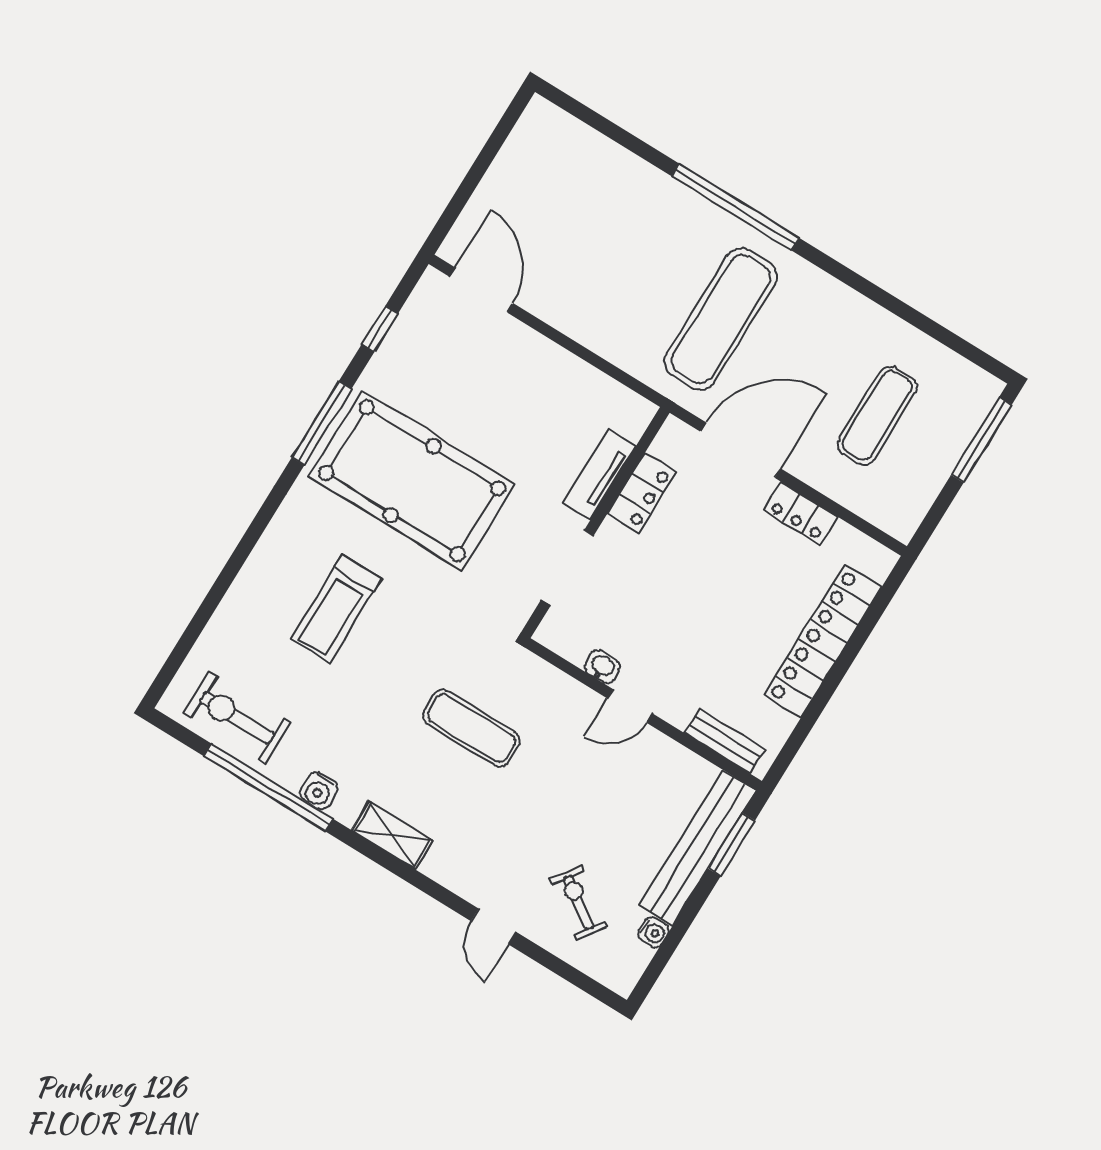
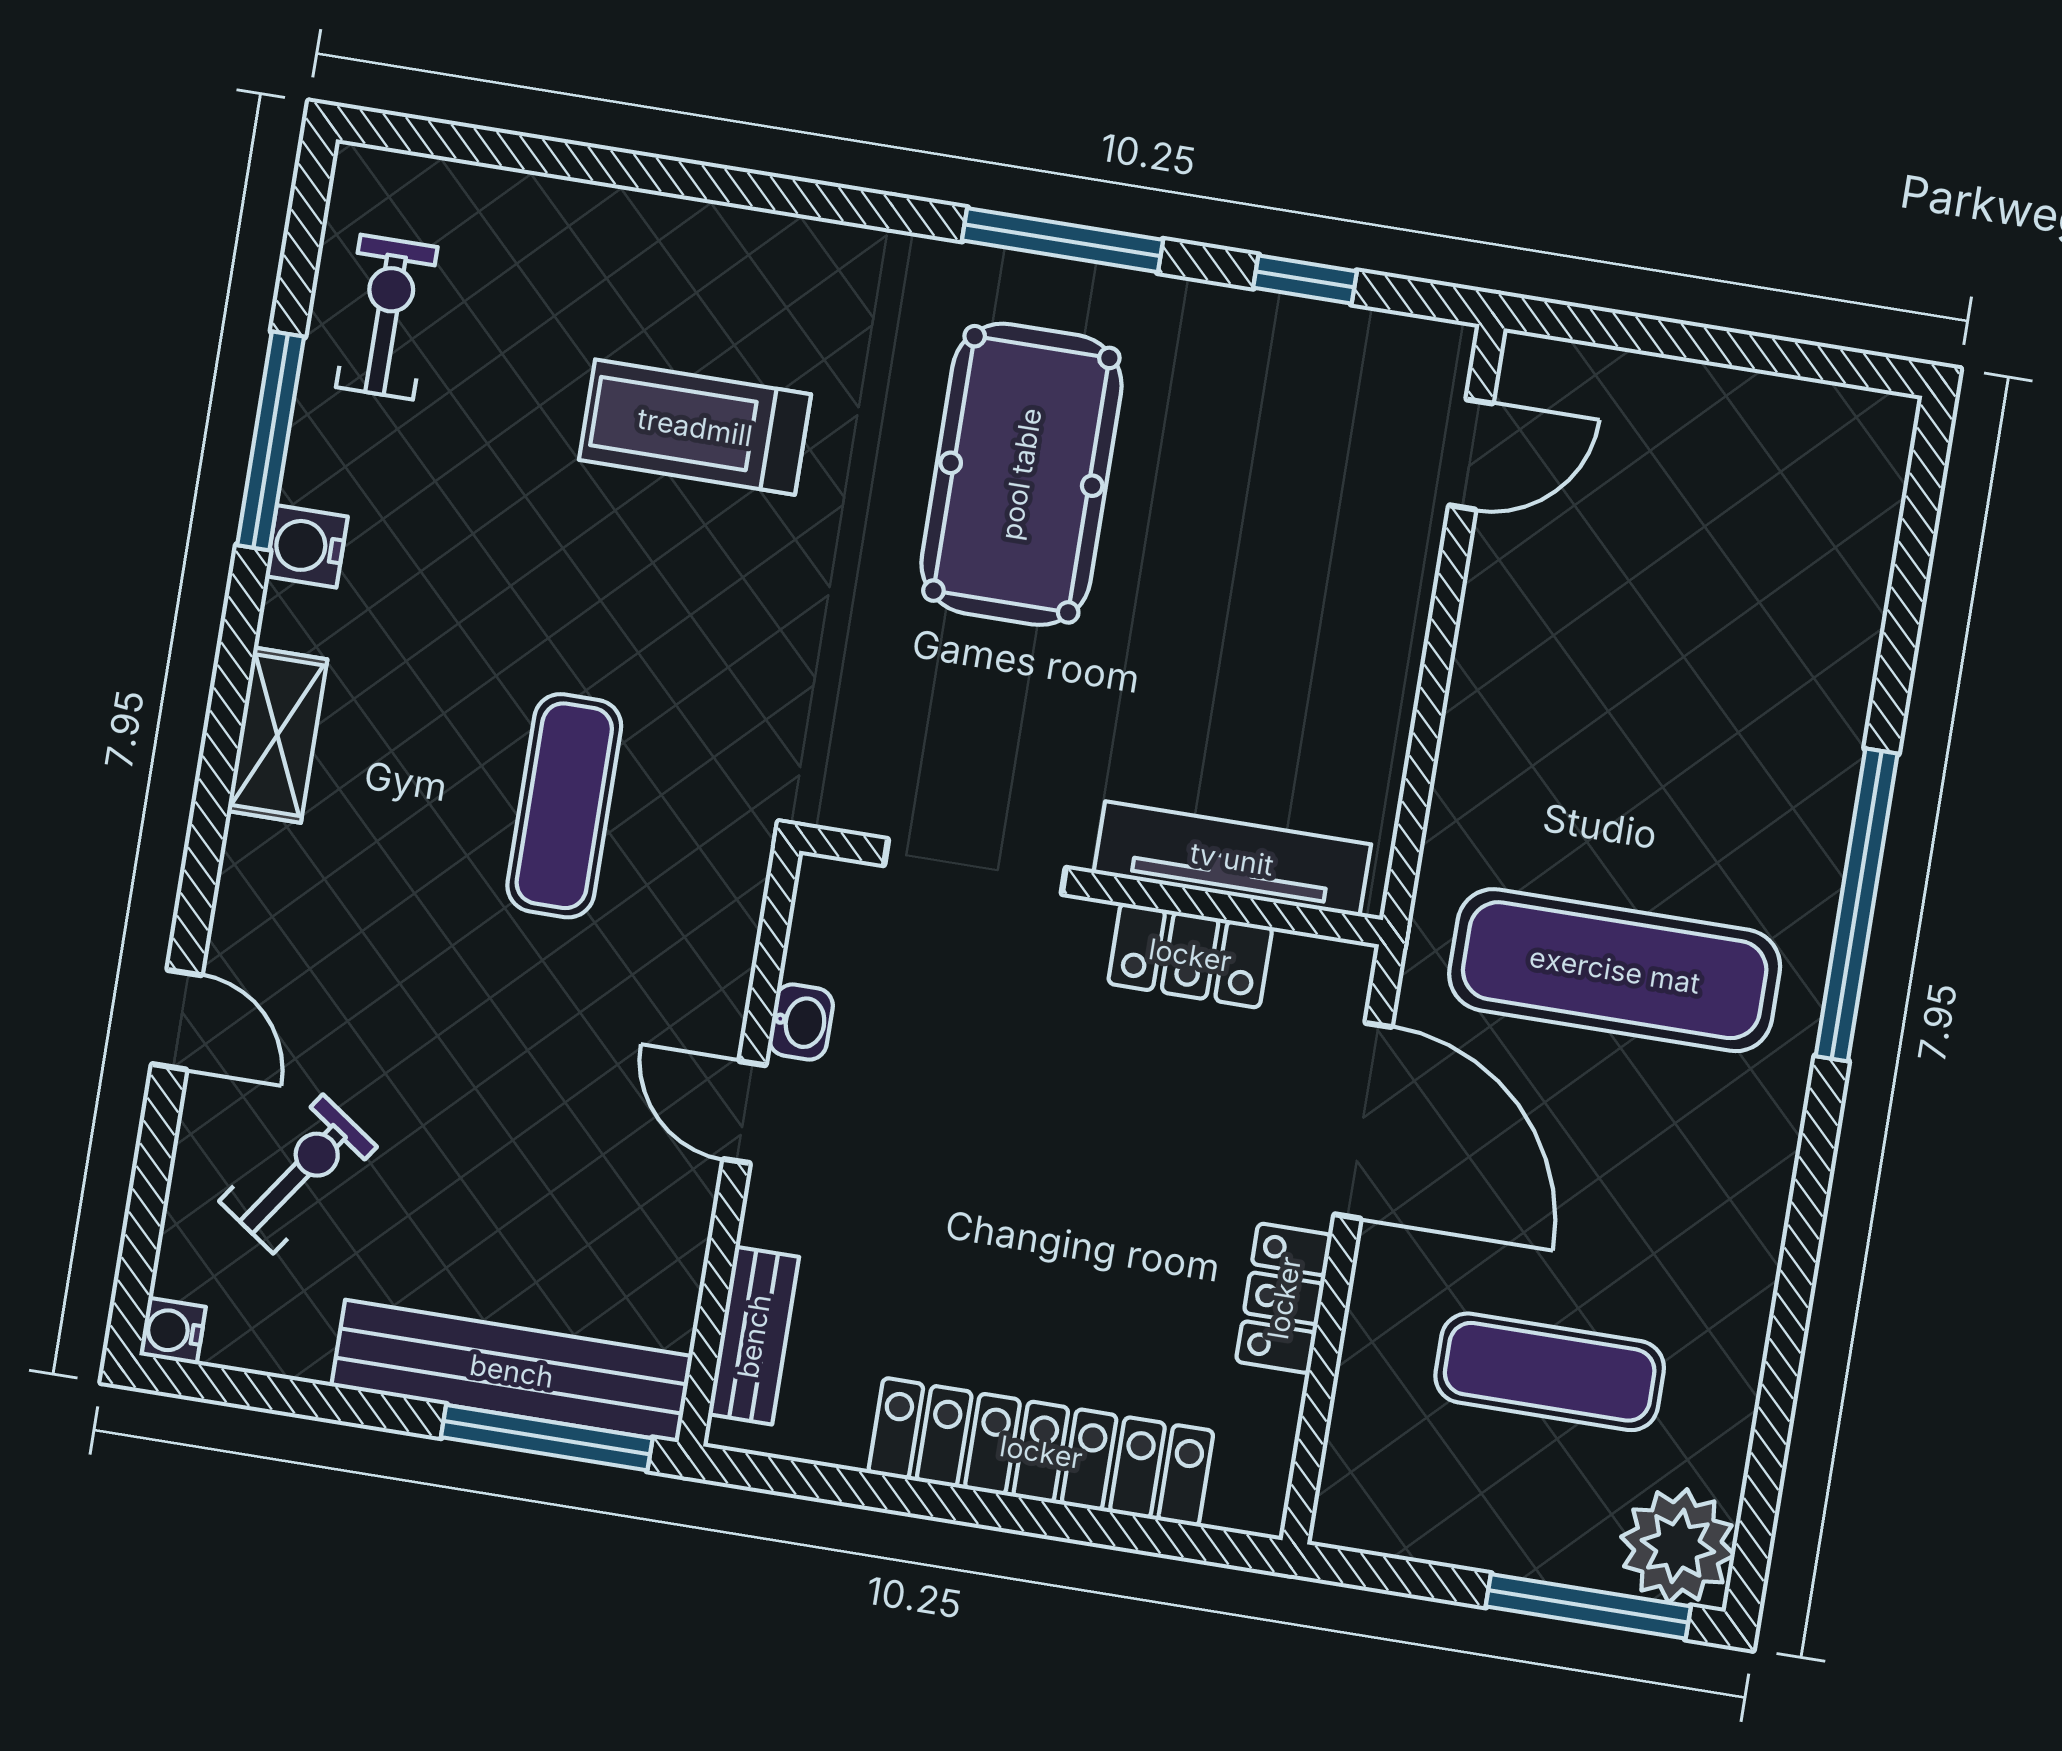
door: (481, 290) -> (1471, 454), width x0.73
plant: (972, 392) -> (1678, 1546), added
tv unit: (599, 474) -> (1232, 859), width x1.41
pool table: (412, 481) -> (1021, 474), width x0.73, depth x0.76
exercise bike: (237, 718) -> (387, 317), width x0.73, depth x0.72
window: (269, 788) -> (271, 441), width x0.68
window: (731, 845) -> (547, 1438), width x1.44
door: (494, 926) -> (177, 1020), swing flipped
water cooler: (653, 932) -> (172, 1331), moved, turned 90

